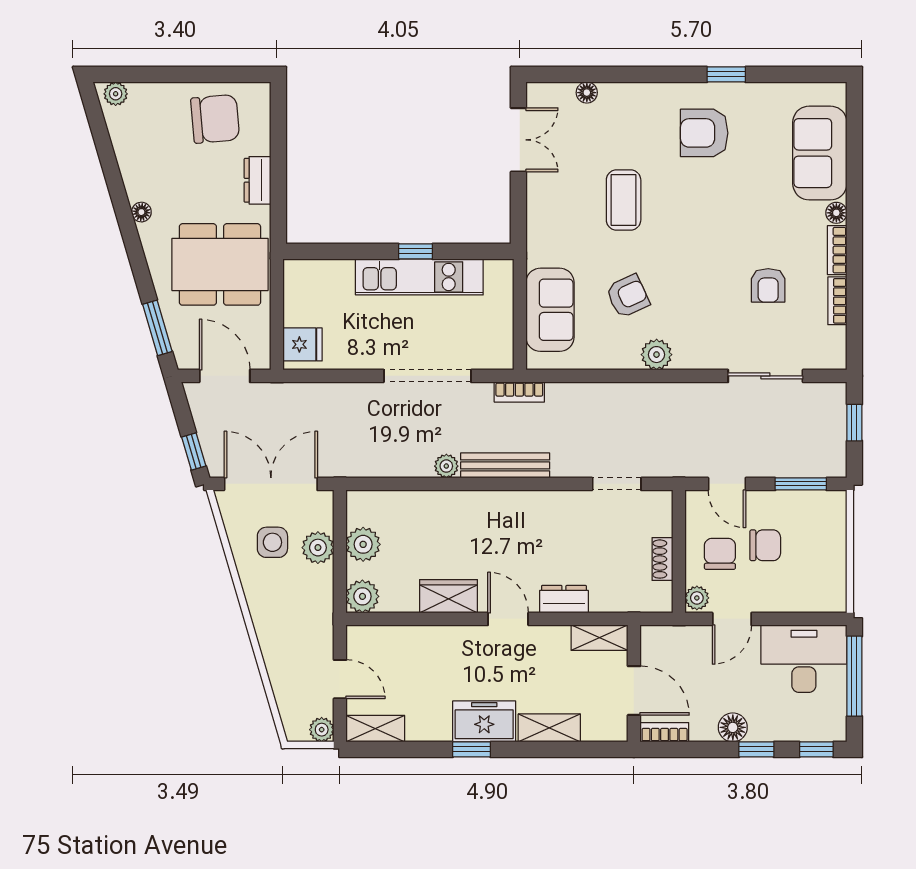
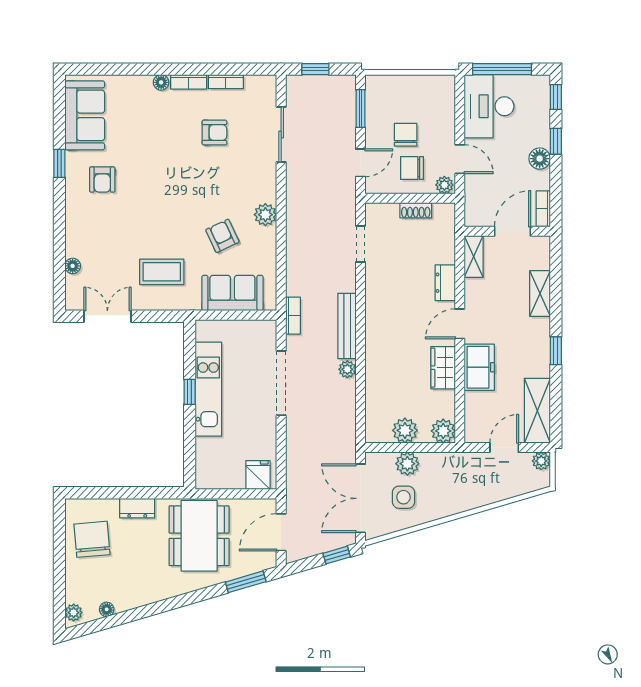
armchair: (704, 133) -> (102, 180), width x0.72, depth x0.72
sofa: (820, 153) -> (85, 115), moved, turned -90
coffee table: (624, 200) -> (162, 272), moved
floor lamp: (141, 212) -> (107, 609), moved
freezer: (484, 721) -> (479, 367), moved, turned 180
shelving: (375, 729) -> (537, 411), width x1.50, depth x1.33

